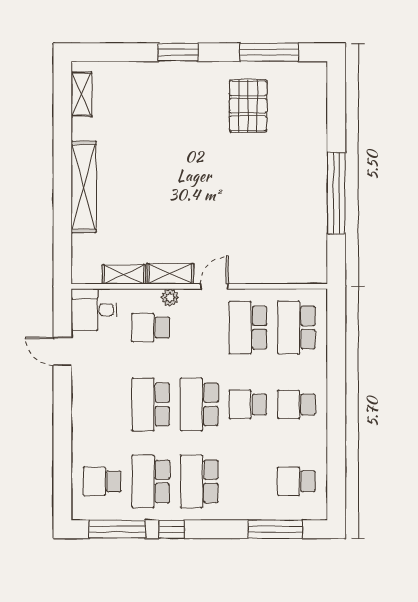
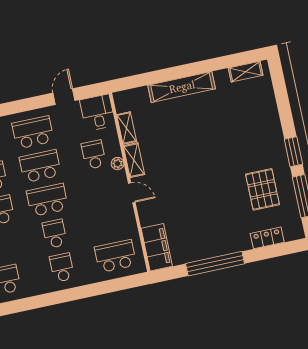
window: (178, 52) -> (293, 152), moved
pallet: (248, 106) -> (262, 189), turned 90
locker: (316, 114) -> (267, 238), added
filing cabinet: (297, 268) -> (157, 247), added
school desk: (248, 328) -> (33, 132), moved

